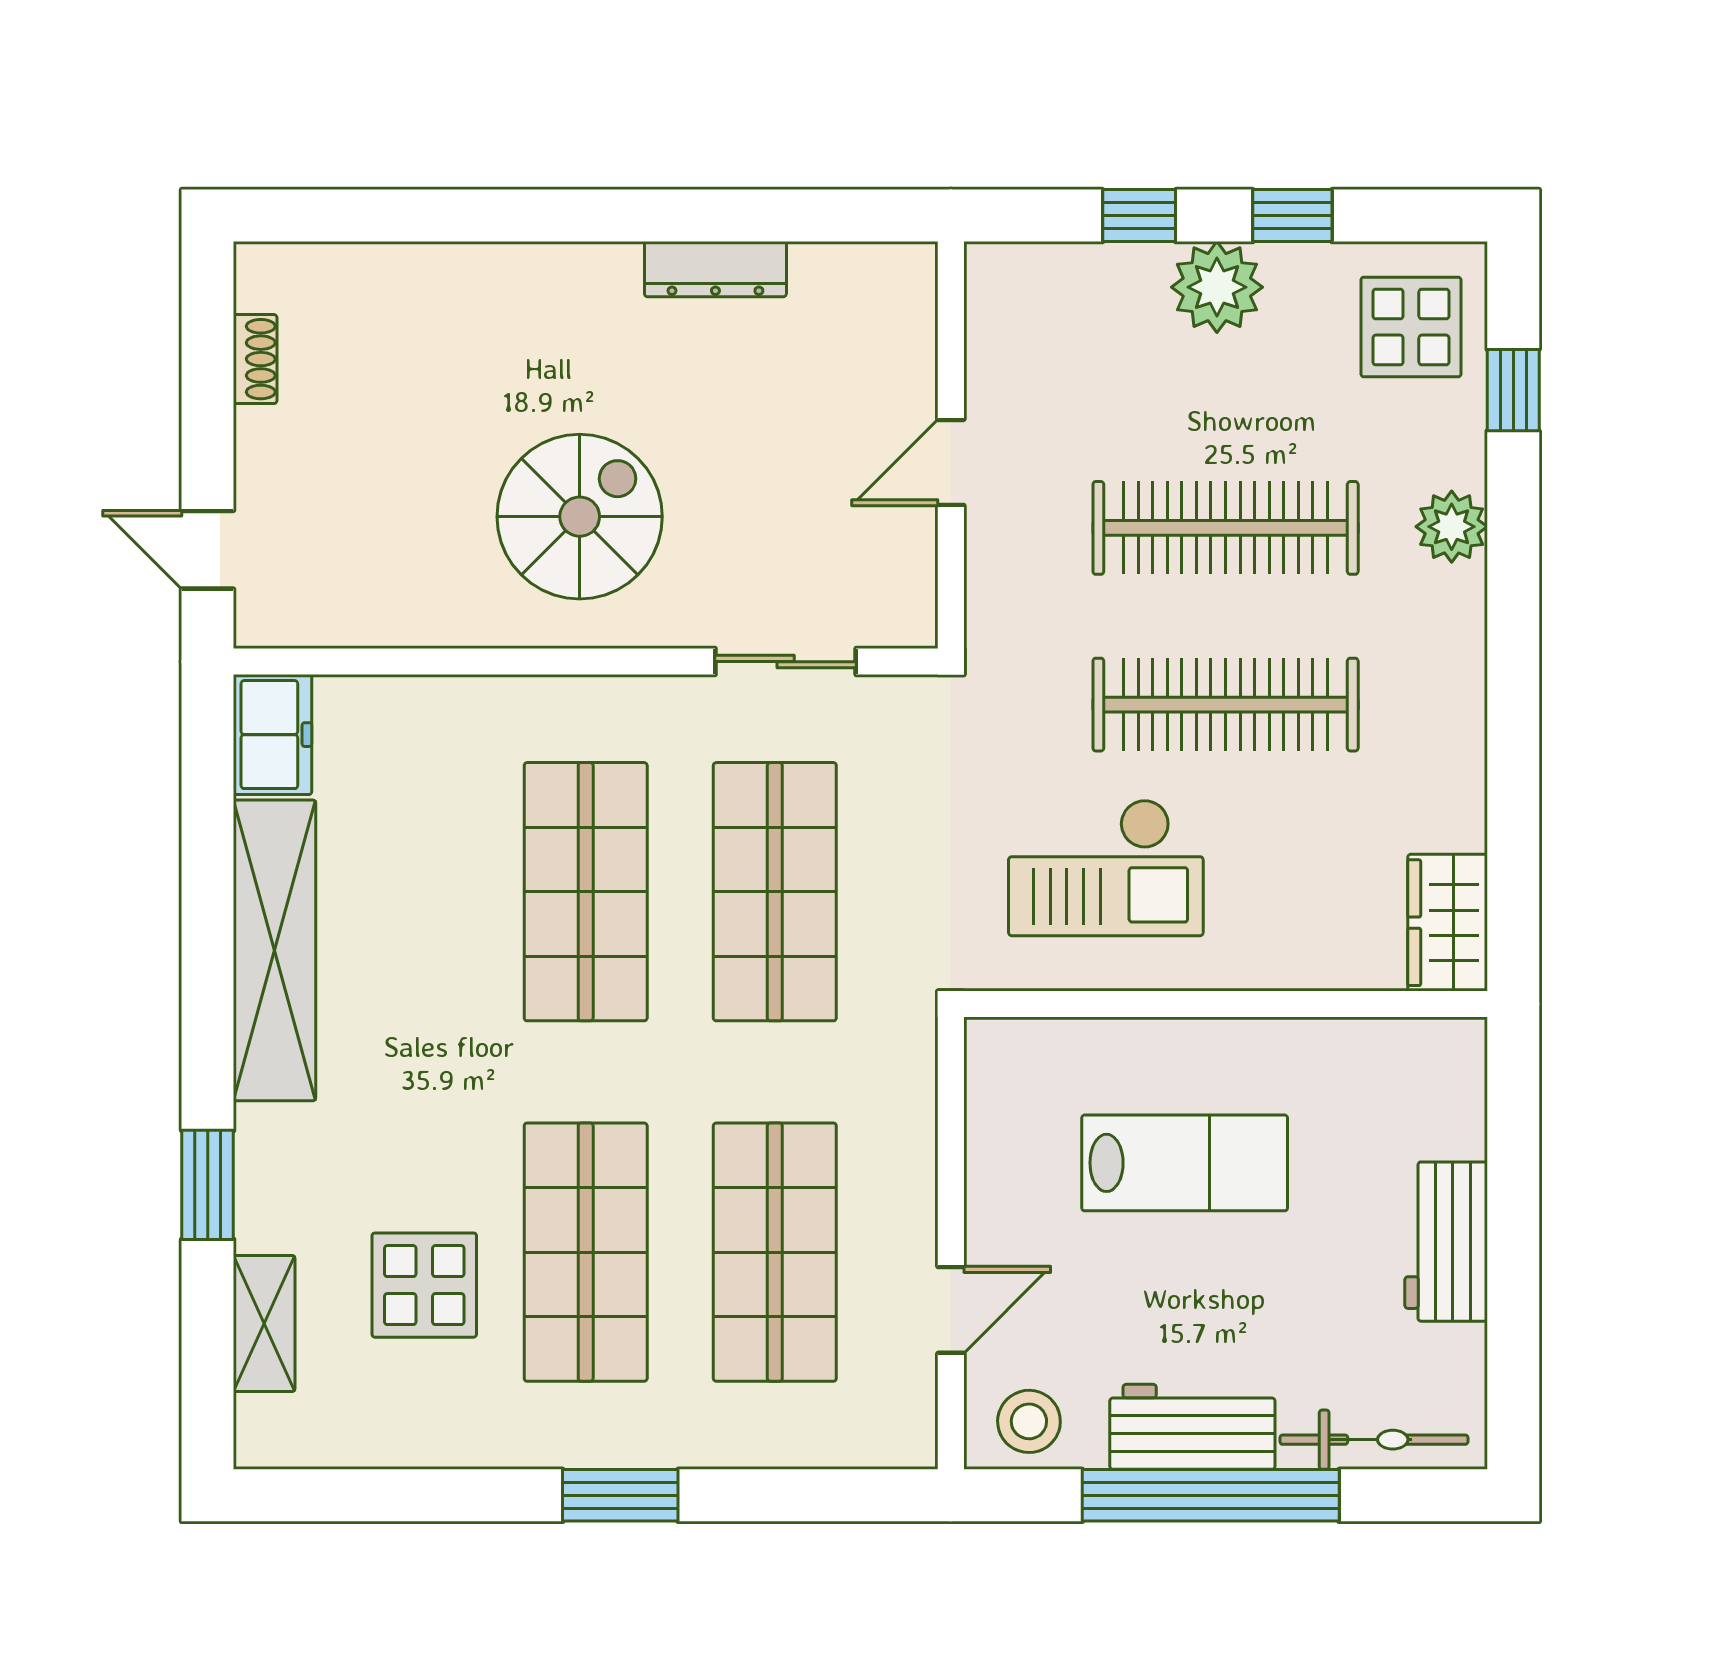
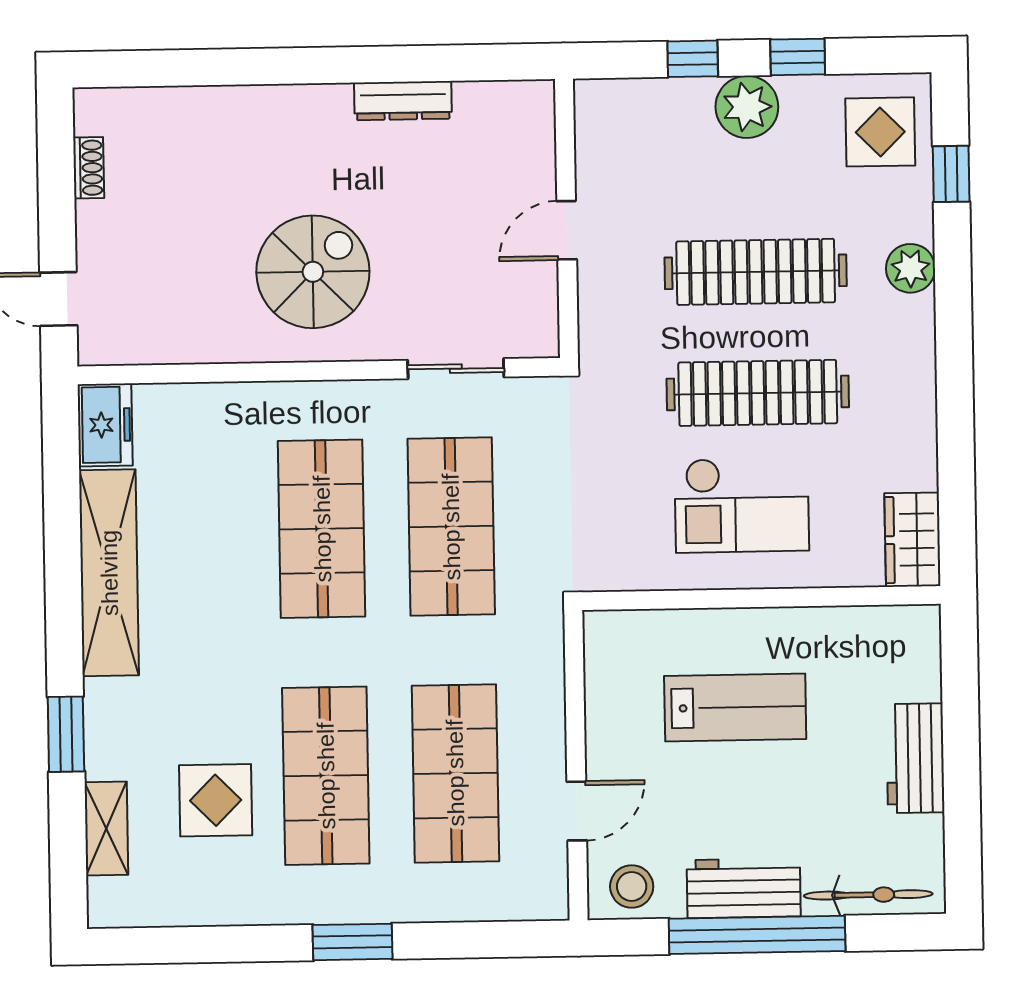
checkout: (1106, 868) -> (742, 505), moved

